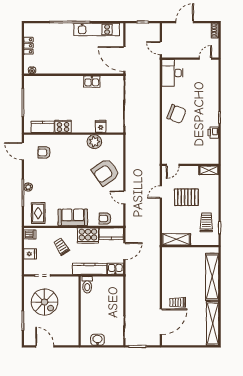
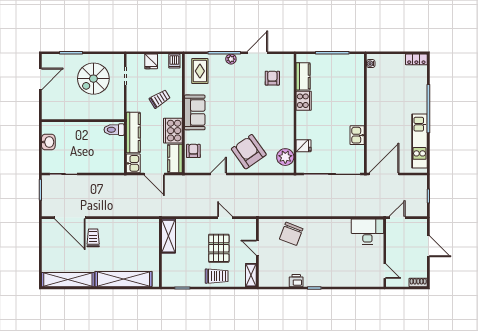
locker: (28, 46) -> (416, 59), moved
chair: (176, 114) -> (291, 234), moved
plant: (94, 142) -> (285, 157), moved
door: (23, 151) -> (257, 53), moved
door: (173, 165) -> (257, 248), moved
rug: (38, 213) -> (200, 71), turned 90
trolley: (206, 222) -> (217, 276), moved

